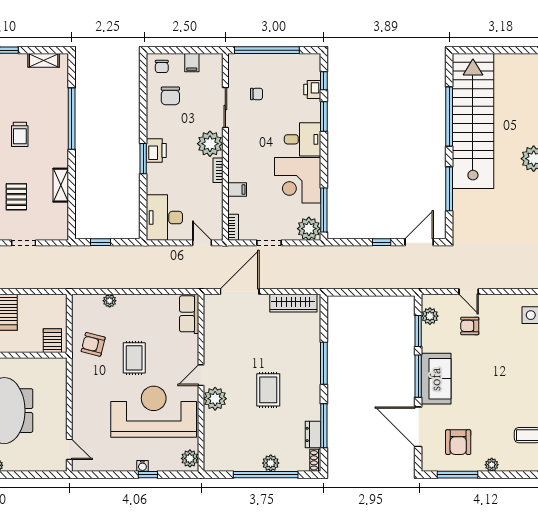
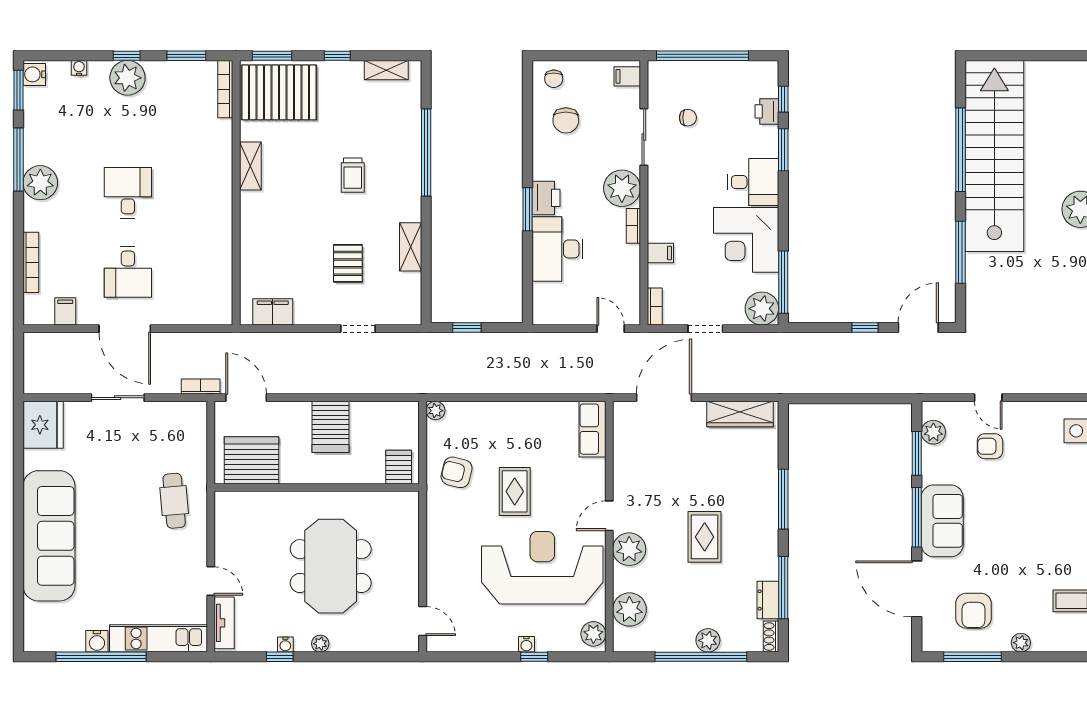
filing cabinet: (192, 63) -> (627, 76), moved, turned 90
desk: (164, 218) -> (558, 249), moved
plant: (110, 301) -> (435, 411), moved
plant: (215, 441) -> (629, 609), added

